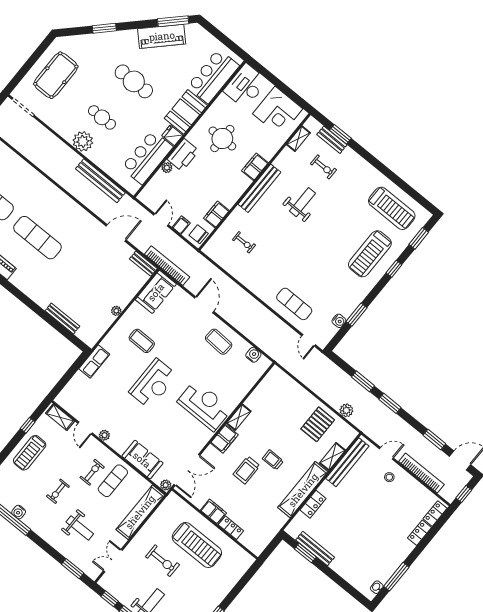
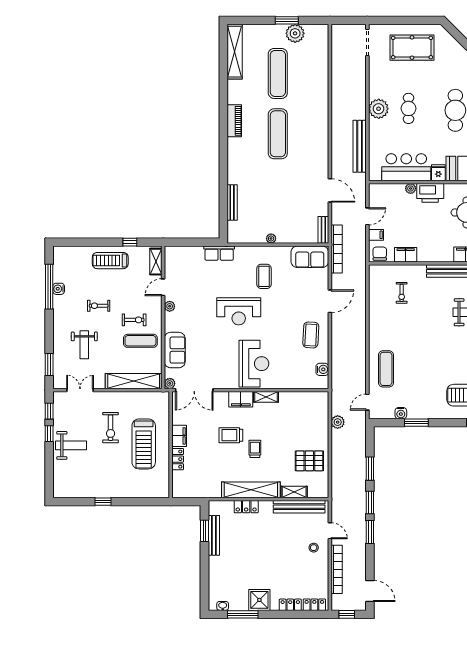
plant: (346, 410) -> (338, 422), moved
window: (434, 440) -> (370, 532), moved
shower: (396, 554) -> (259, 600), added

